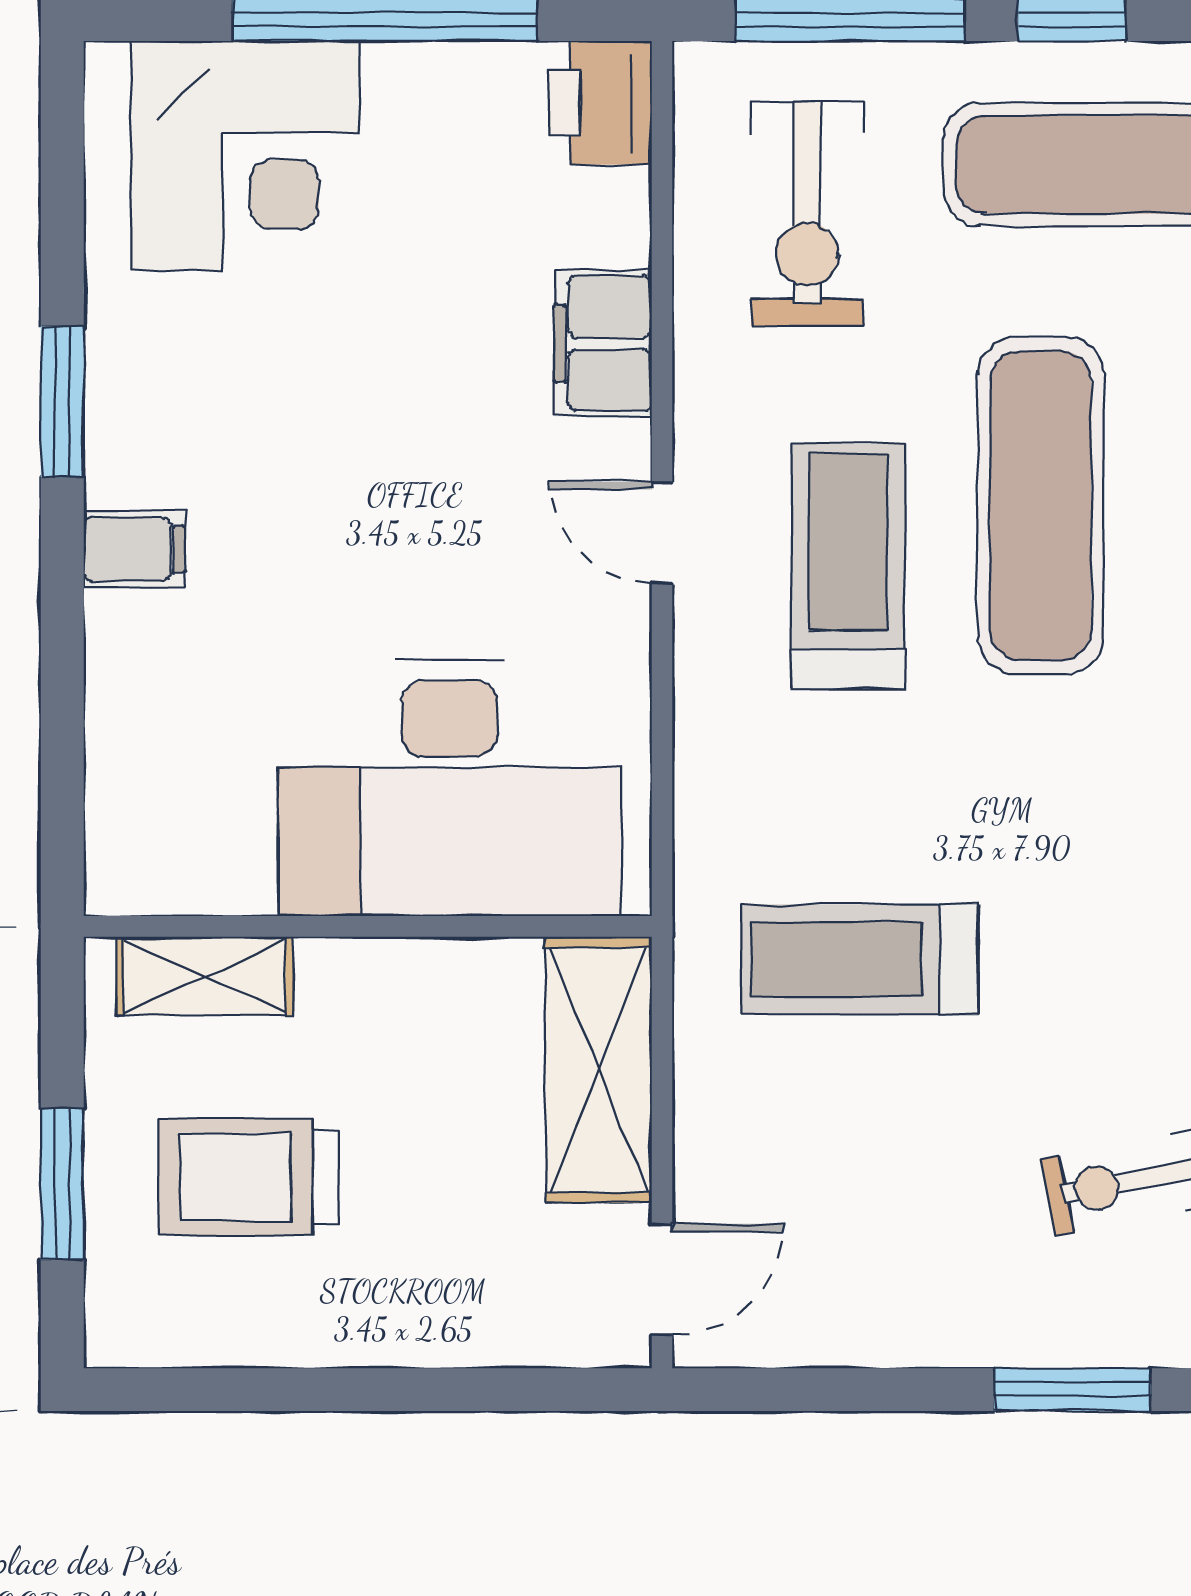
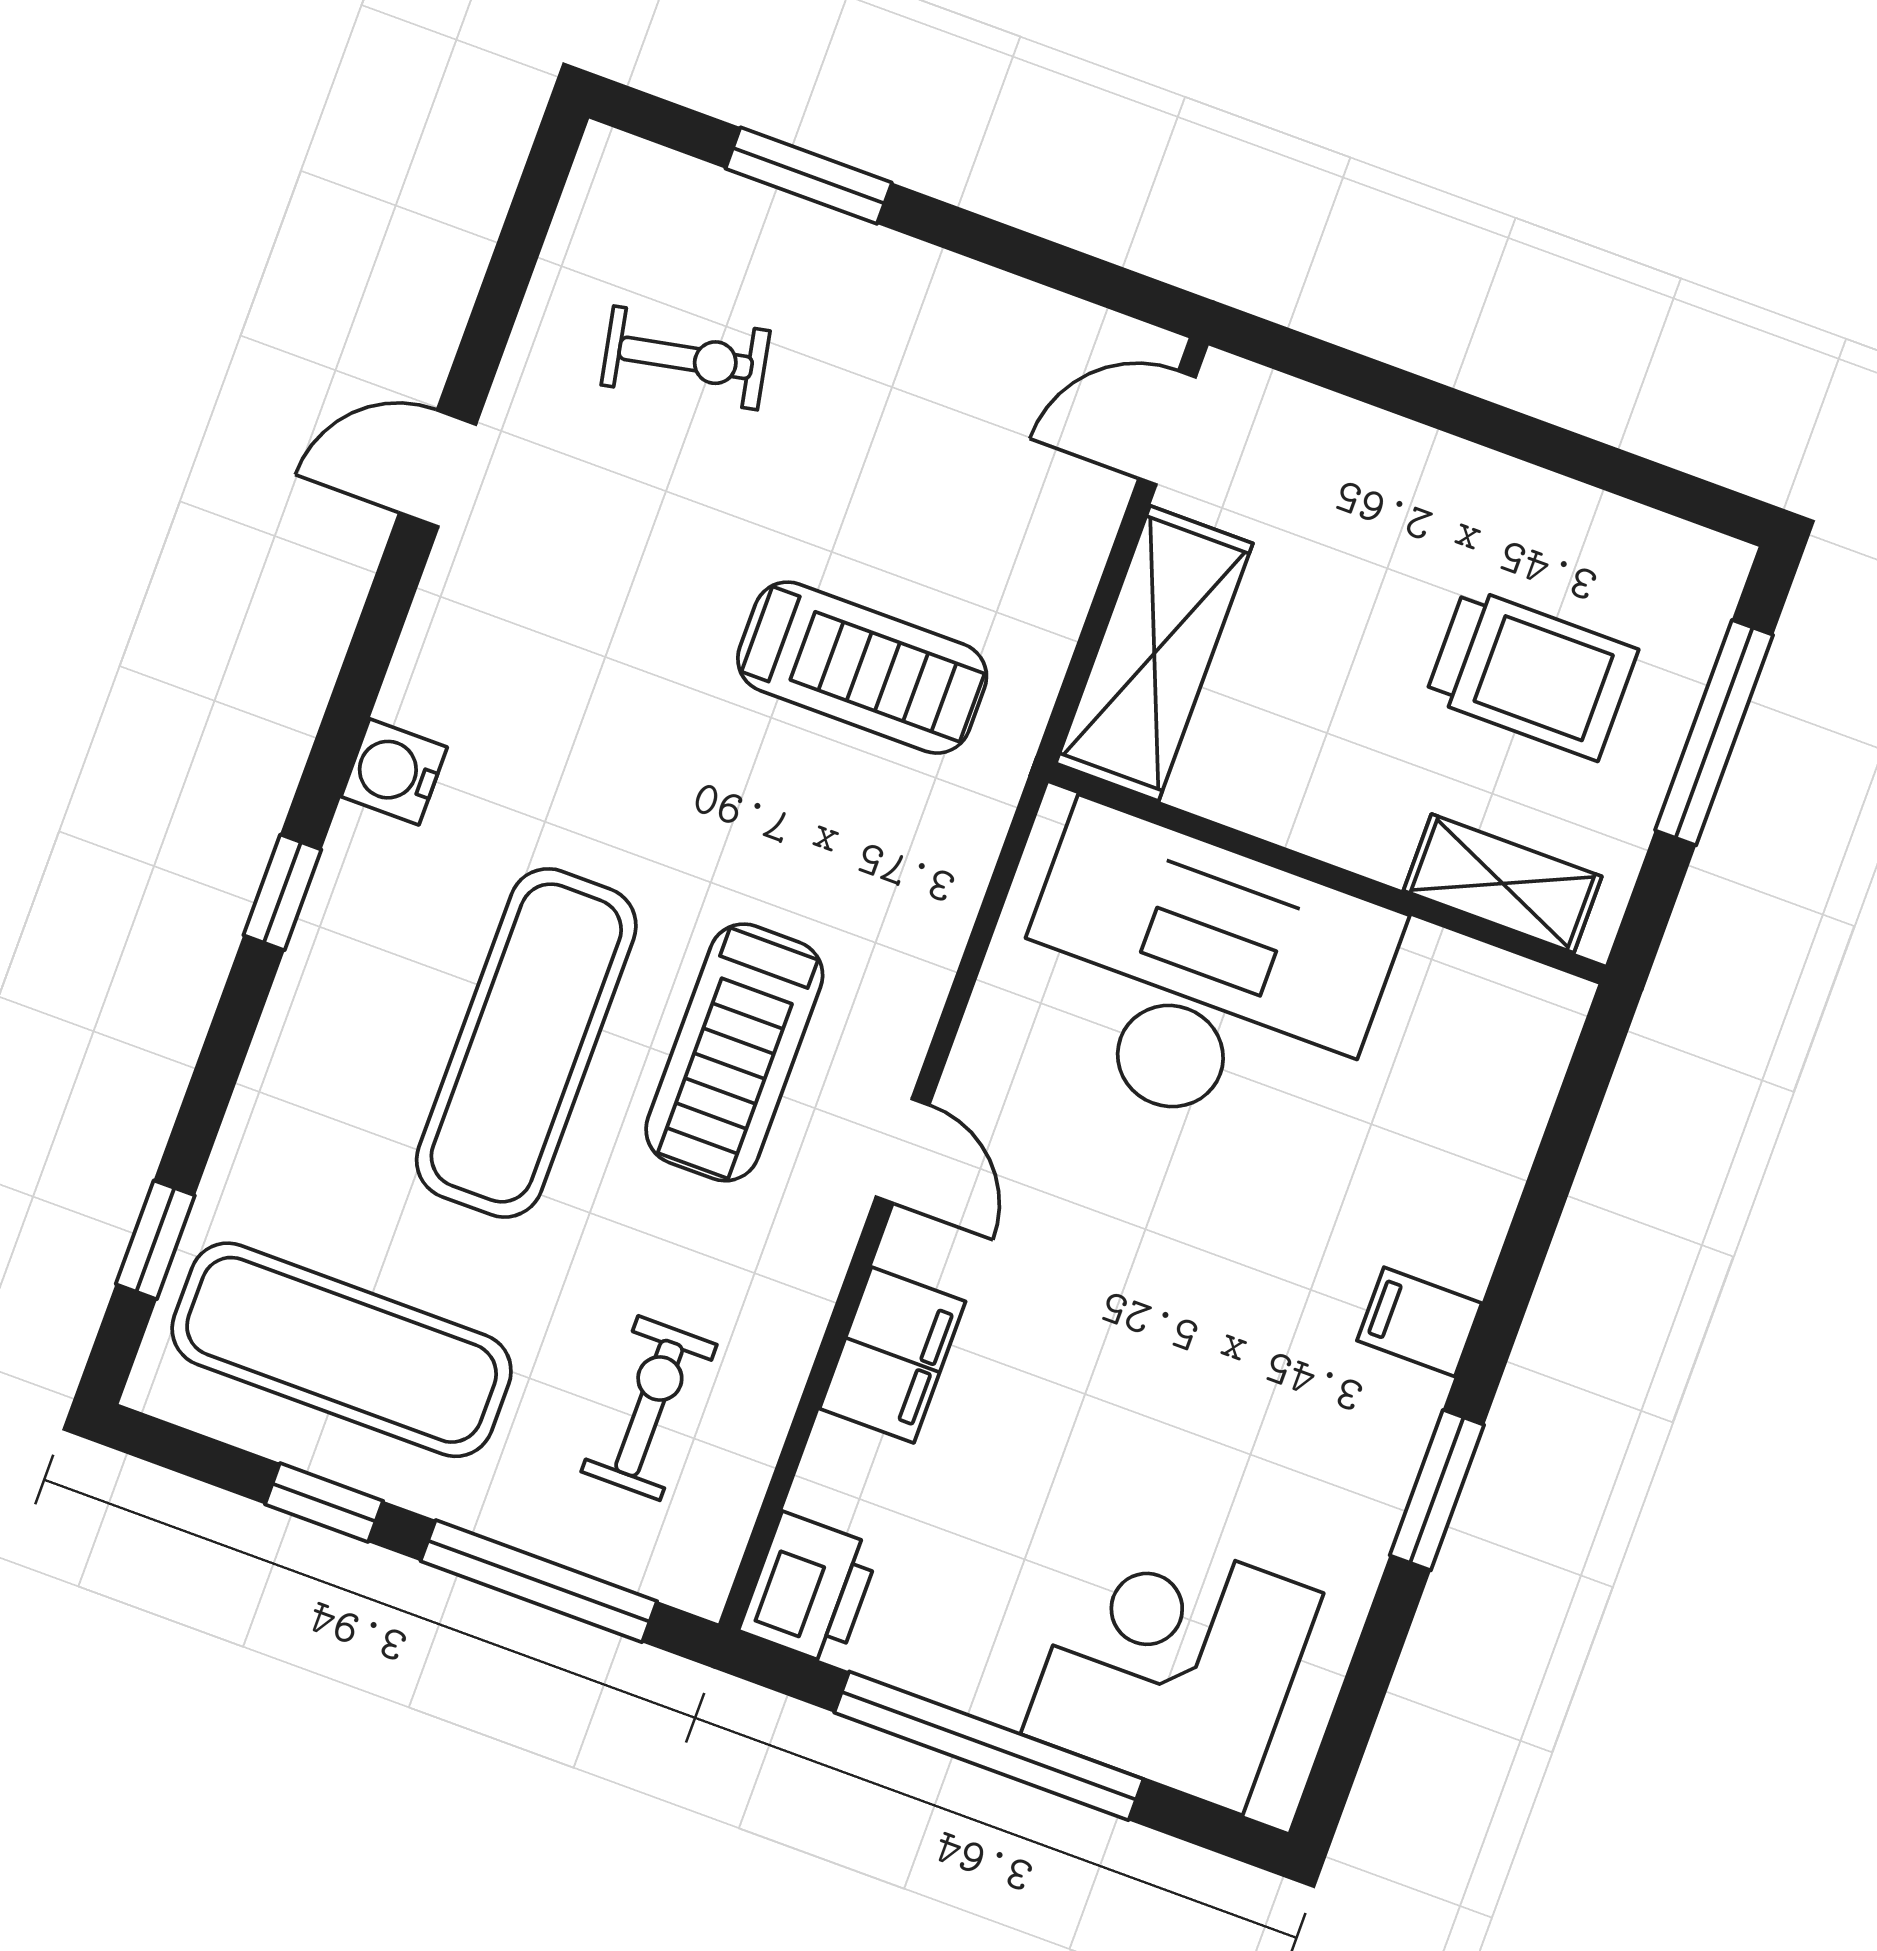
exercise bike: (807, 214) -> (649, 1408), width x0.73, depth x0.72
window: (62, 1184) -> (1714, 733), width x1.44

